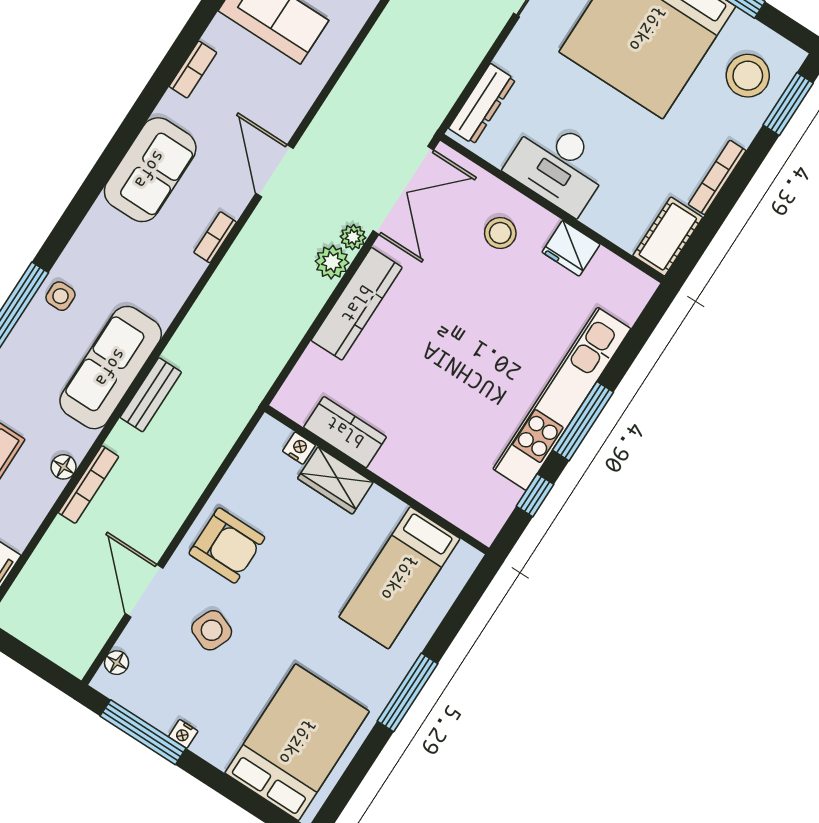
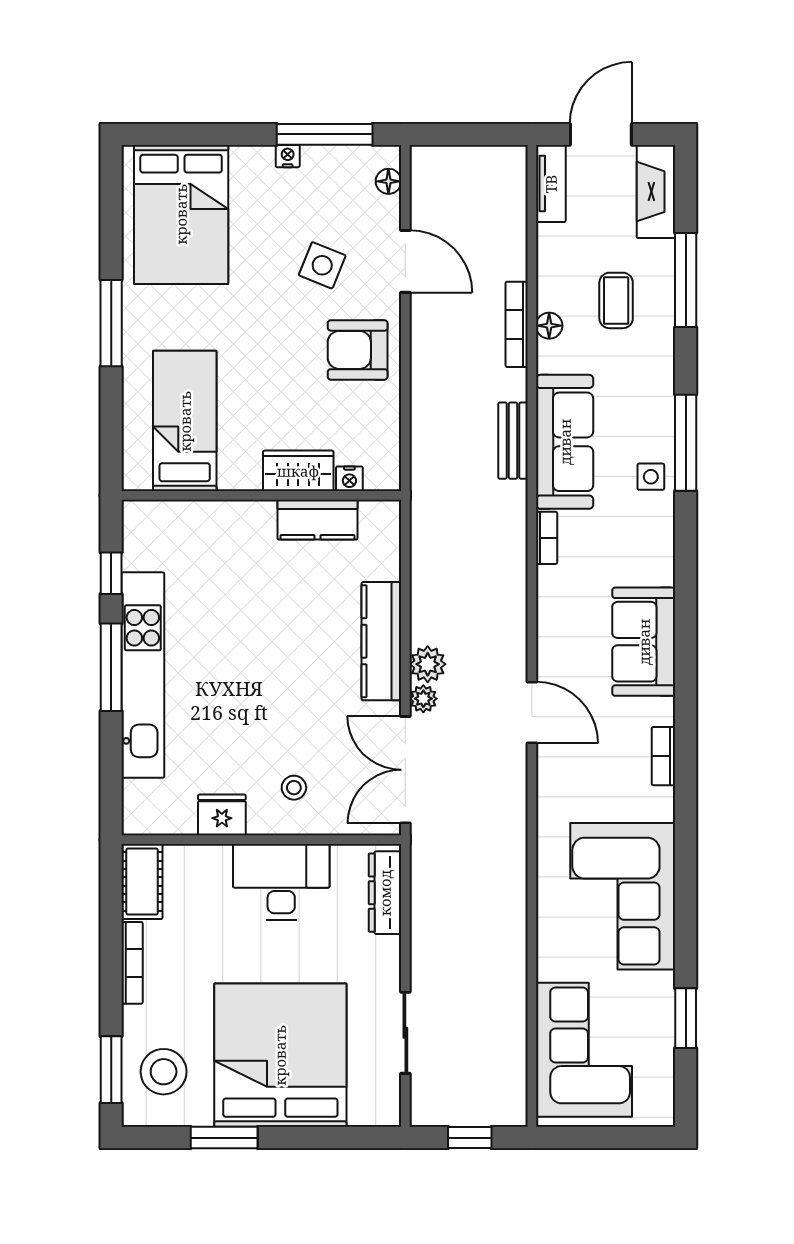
stool: (500, 233) -> (294, 788), width x0.73, depth x0.73
bookcase: (215, 237) -> (547, 538), moved

